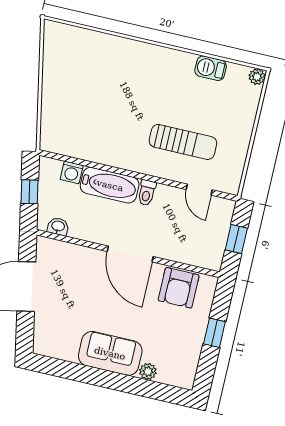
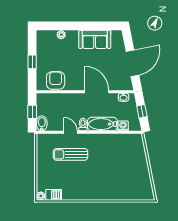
barbecue: (211, 68) -> (54, 195), moved
door: (199, 190) -> (71, 132), moved
bidet: (223, 213) -> (42, 123), added
door: (130, 254) -> (97, 92), moved
sofa: (110, 353) -> (95, 39), moved

